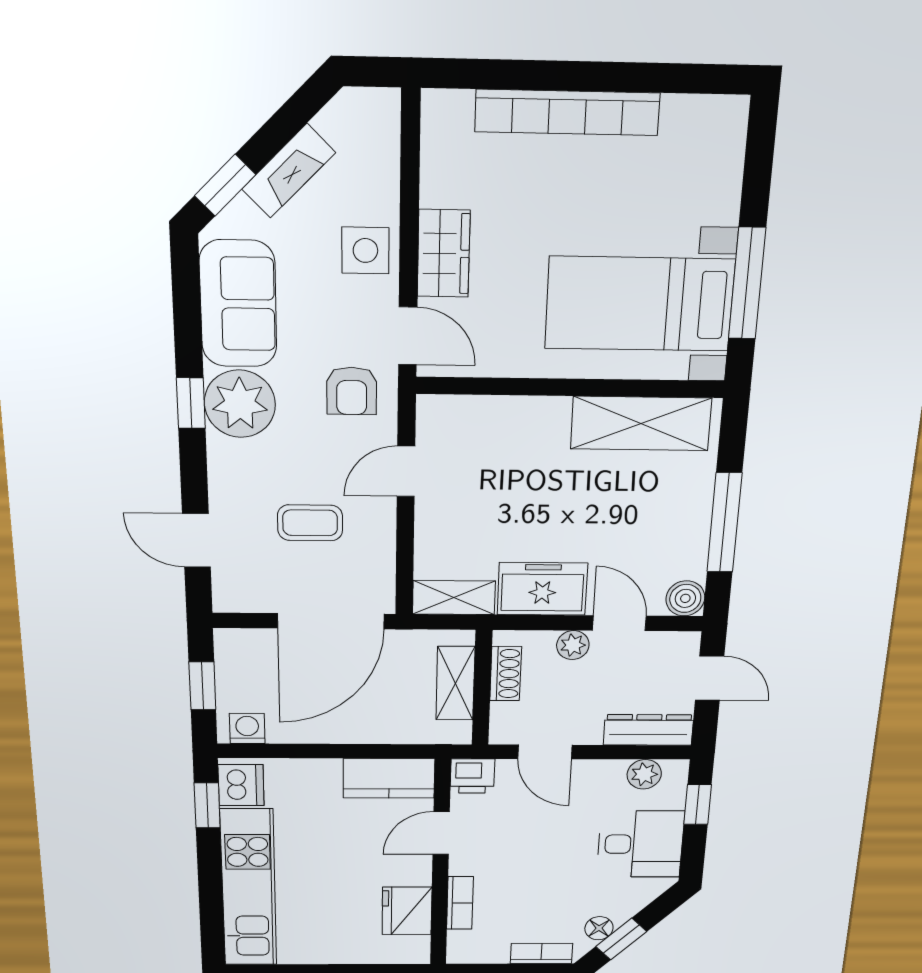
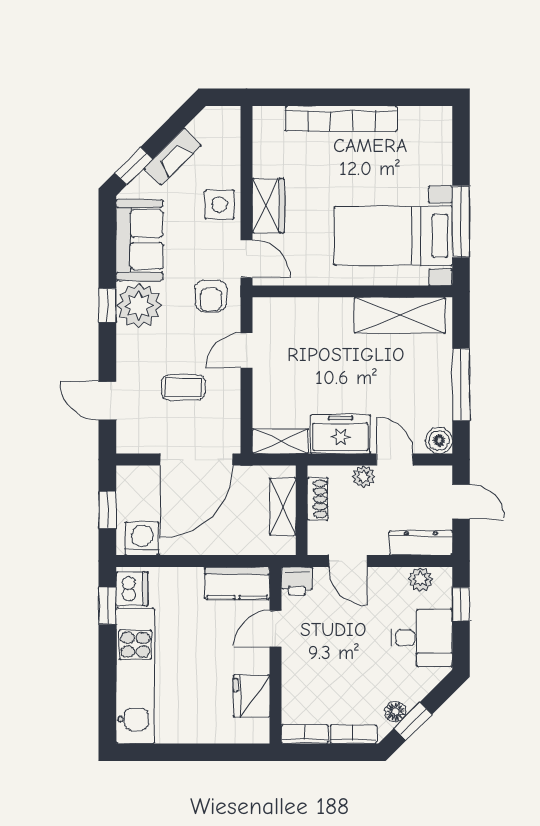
washing machine: (247, 728) -> (142, 538), width x1.38, depth x1.38
bookcase: (460, 903) -> (305, 734), moved, turned -90

